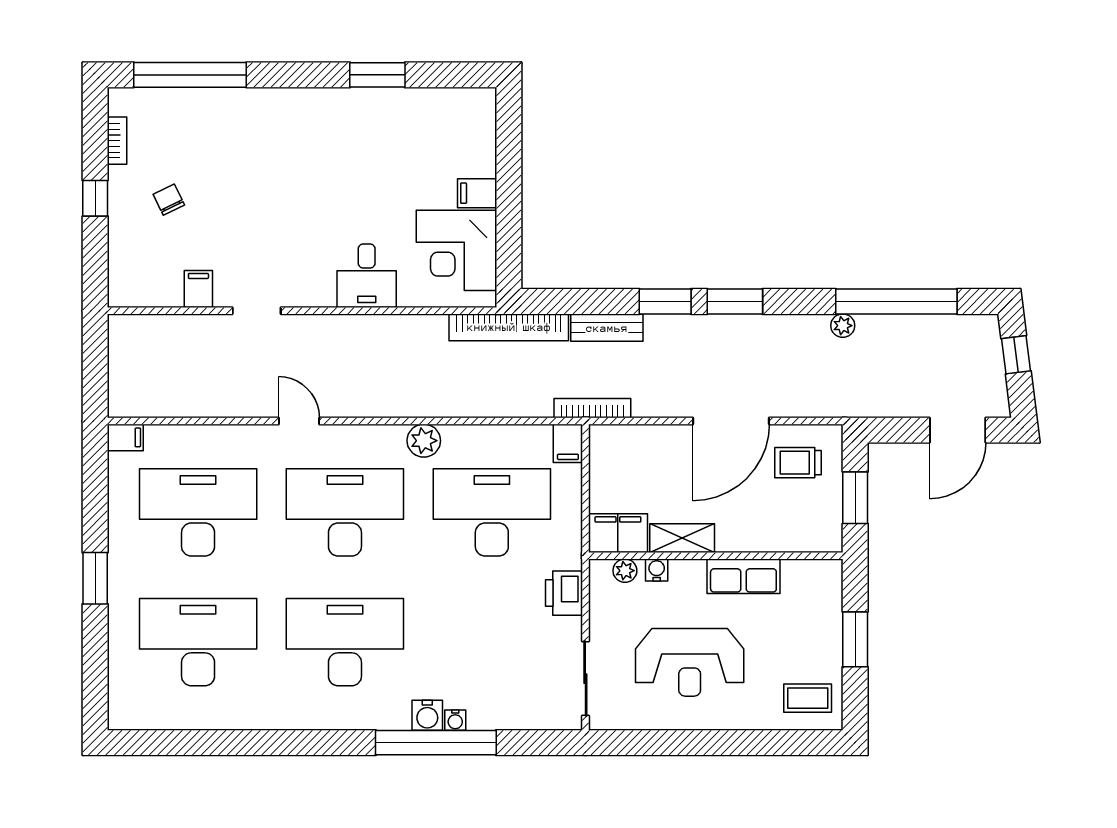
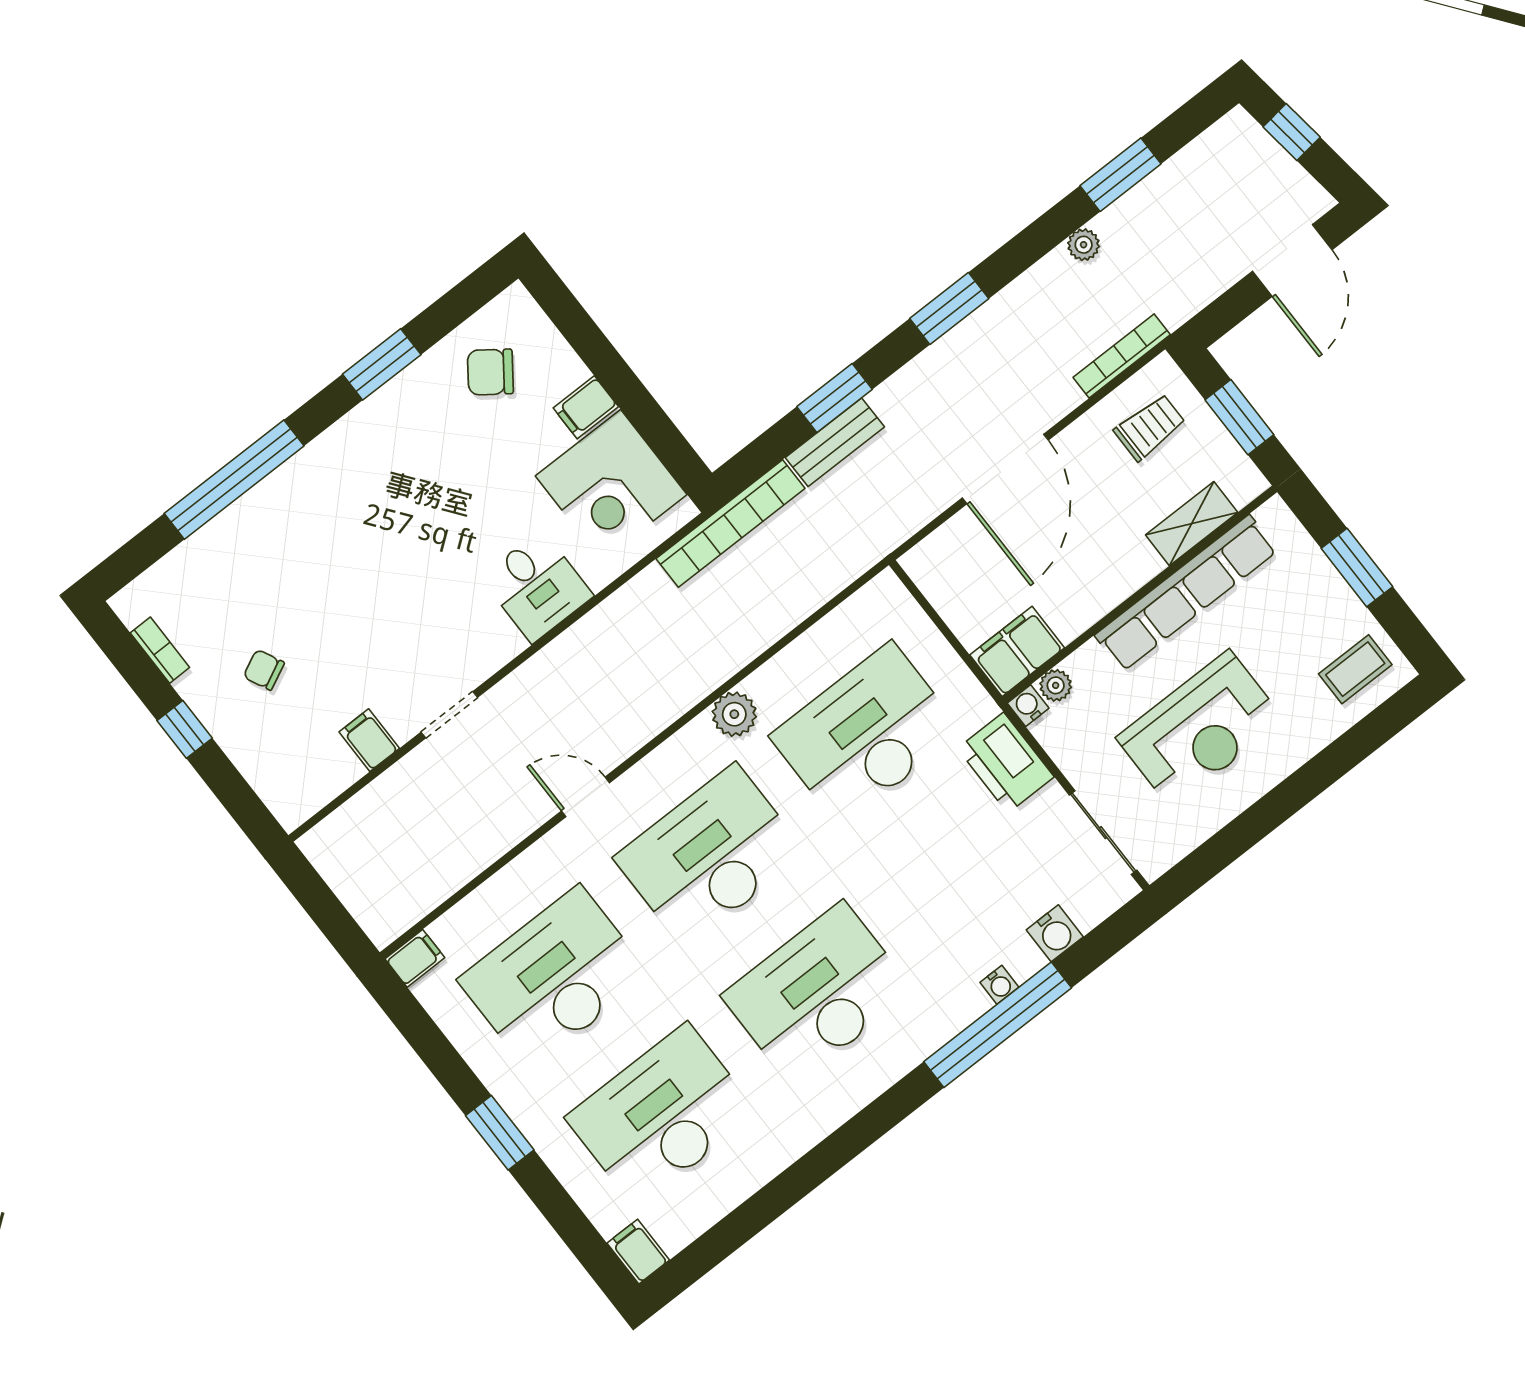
window: (190, 75) -> (234, 480), moved
chair: (437, 129) -> (490, 372), added
window: (665, 301) -> (835, 398), moved
window: (896, 301) -> (1120, 175), width x0.47
bookcase: (592, 408) -> (1122, 356), moved
door: (731, 421) -> (1005, 469), moved
filing cabinet: (568, 443) -> (638, 1252), moved, turned 180
trolley: (798, 463) -> (1150, 427), turned 180
shelving: (682, 538) -> (1192, 524), moved
water cooler: (657, 570) -> (1028, 706), moved
row of seats: (743, 576) -> (1186, 593), width x2.02
printer: (564, 593) -> (1006, 763), width x1.37, depth x1.19
water cooler: (427, 715) -> (1055, 933), moved

